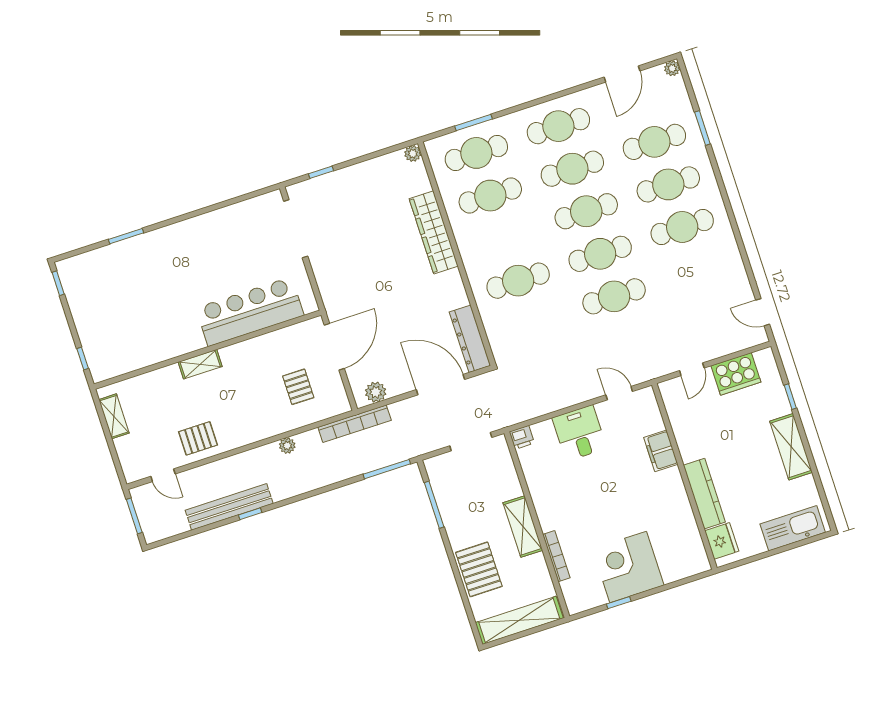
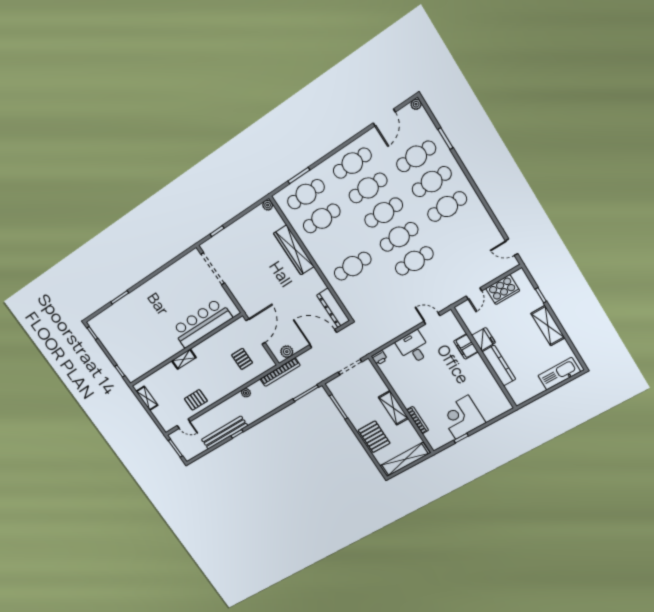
fridge: (722, 541) -> (484, 339), moved

